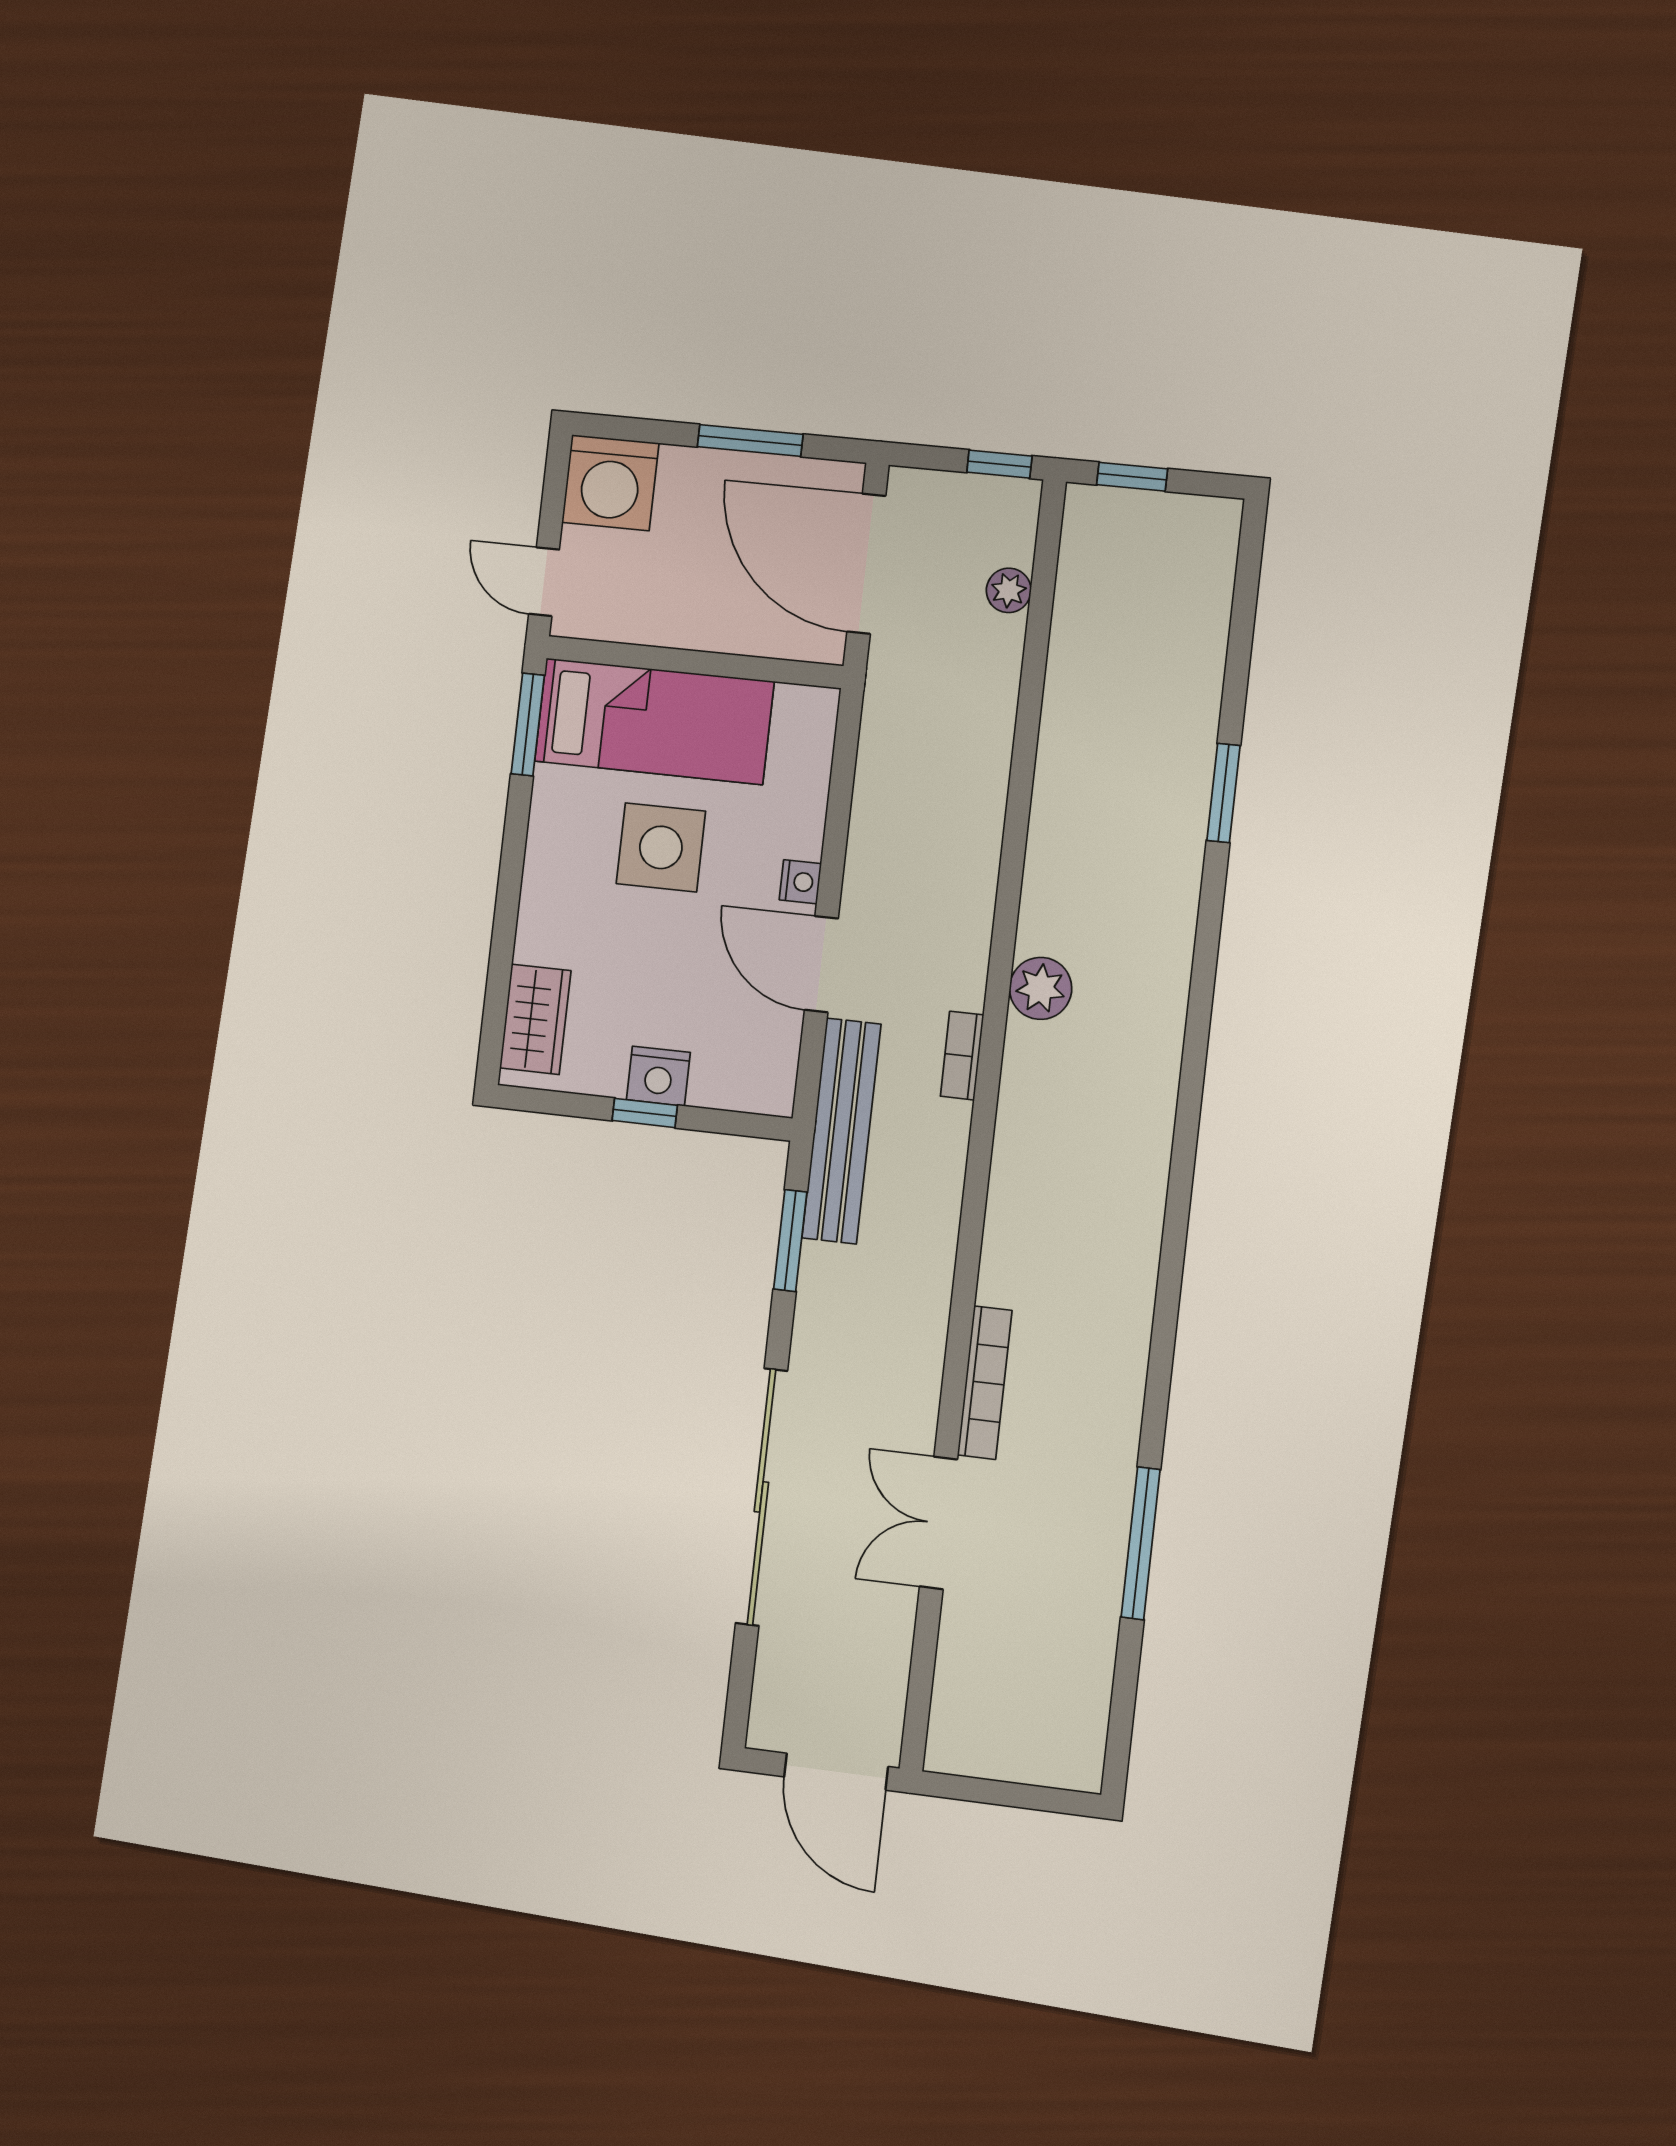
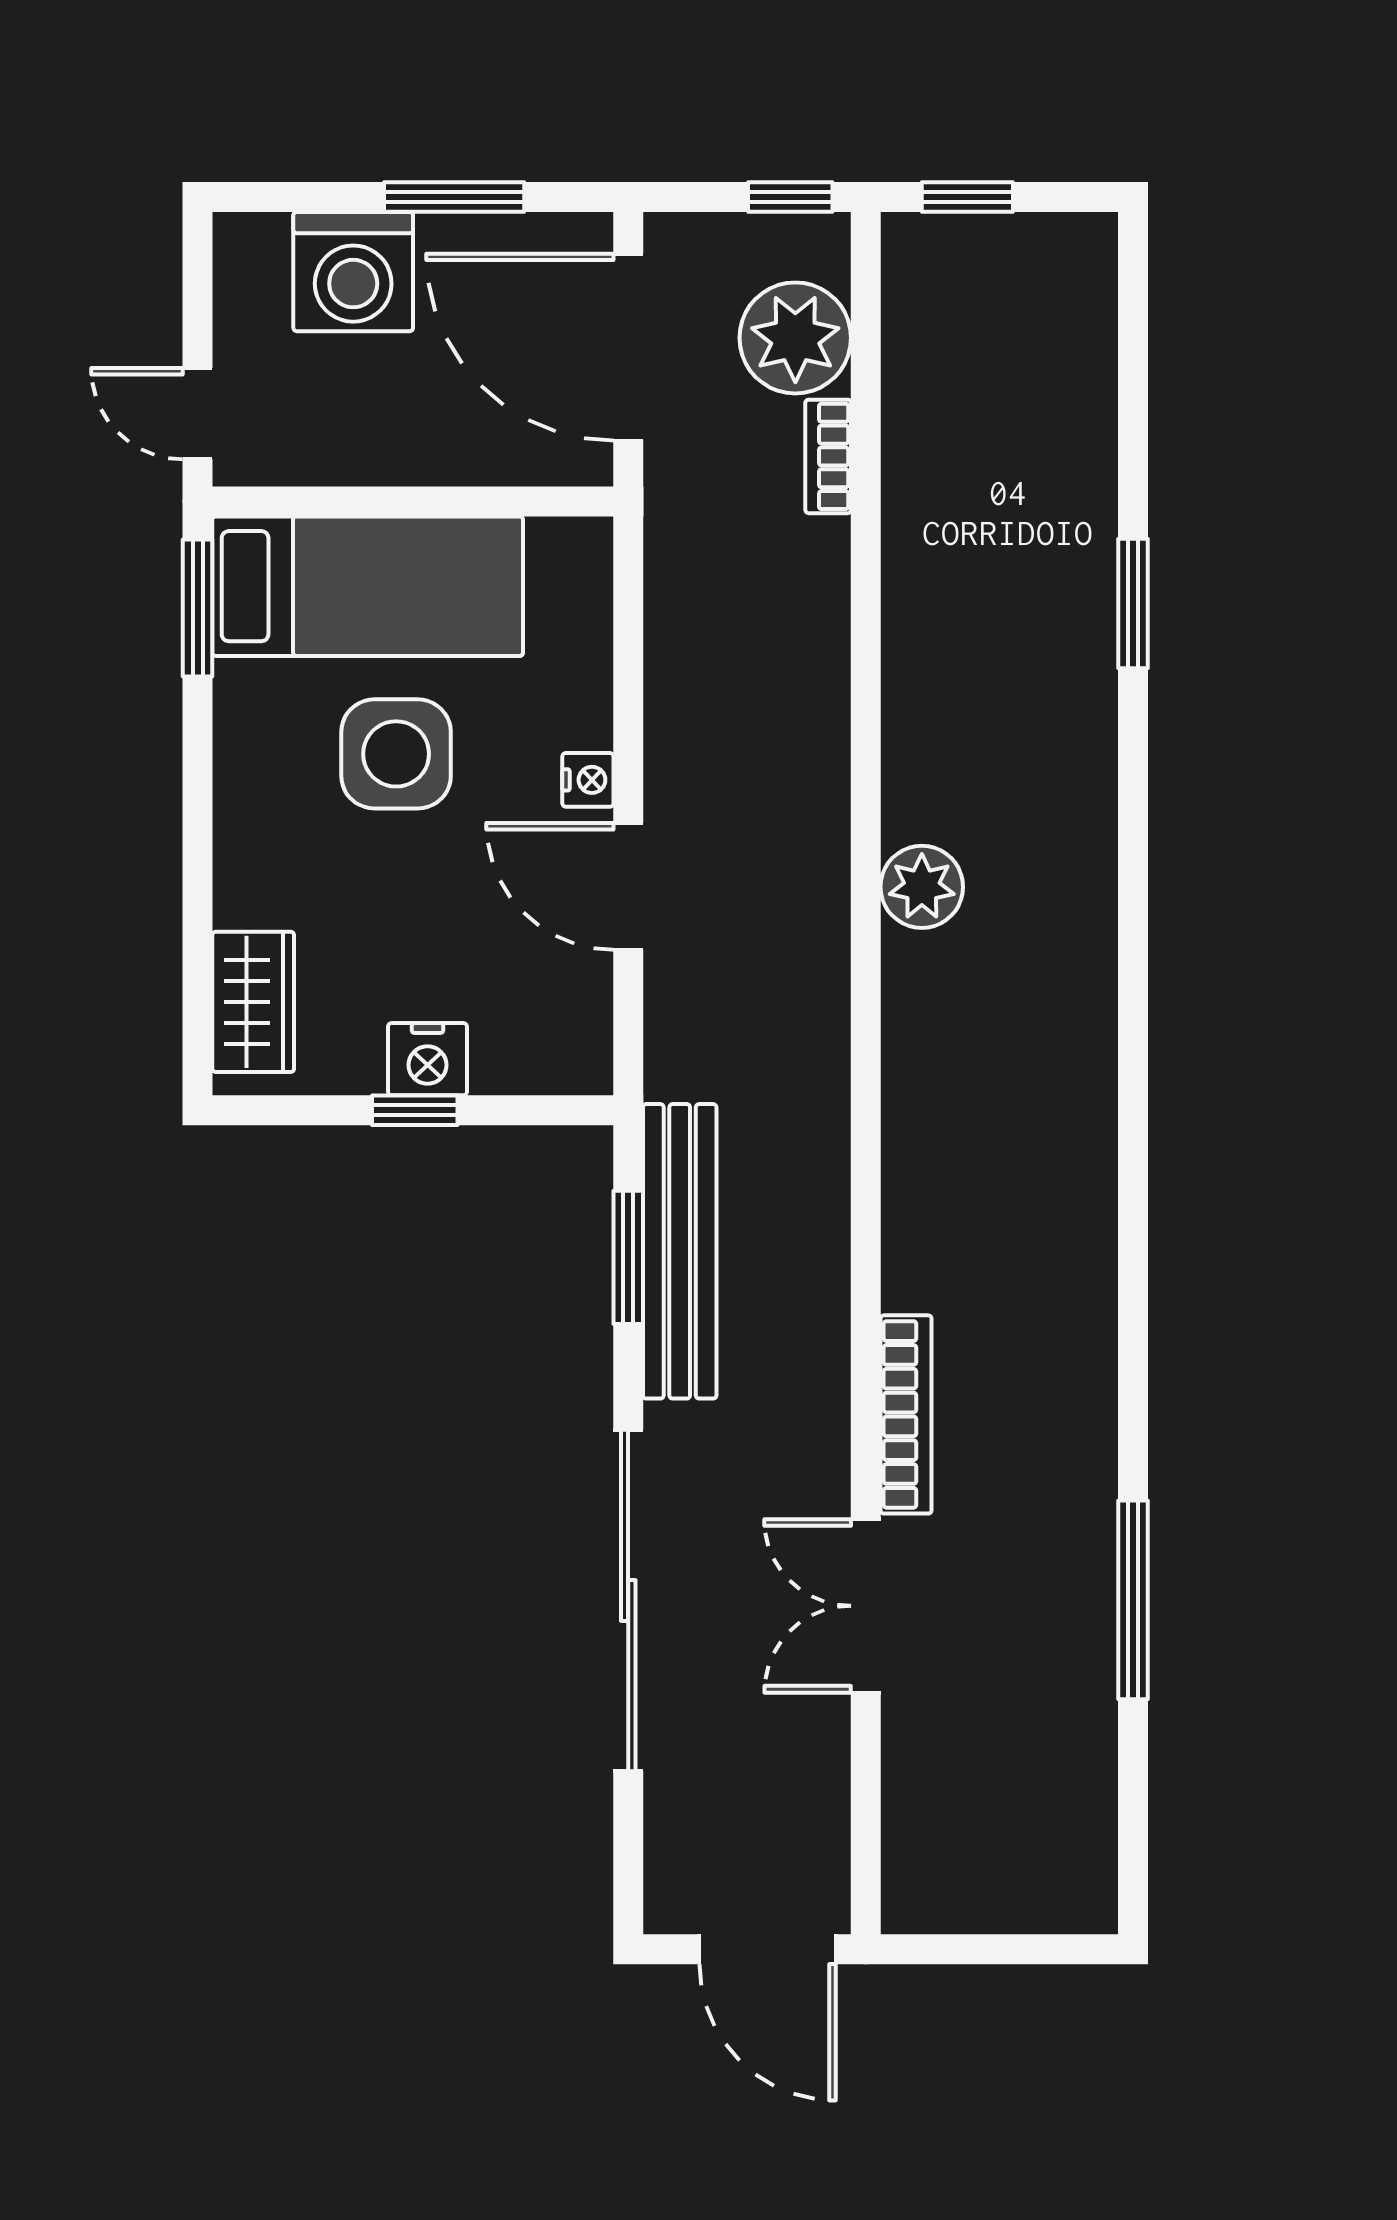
washing machine: (610, 483) -> (353, 272), moved
plant: (1009, 590) -> (795, 338), width x1.88, depth x1.88
bookcase: (962, 1056) -> (828, 456), moved
bench: (841, 1131) -> (680, 1251), moved

